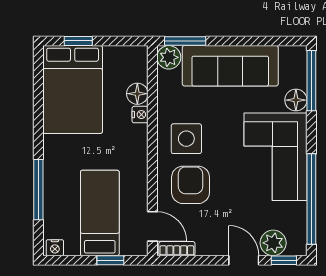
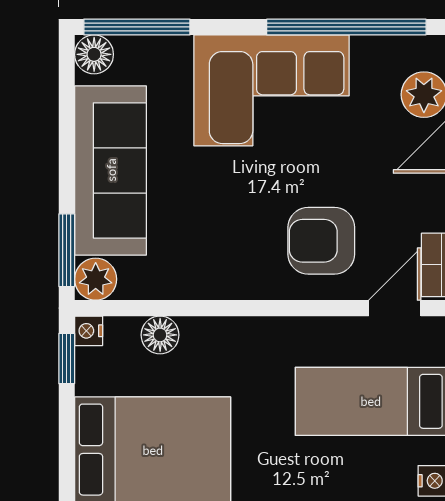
window: (78, 41) -> (67, 359), moved
floor lamp: (296, 100) -> (94, 54), moved
nightstand: (140, 115) -> (89, 331), moved, turned -90
side table: (186, 139) -> (240, 248), removed

